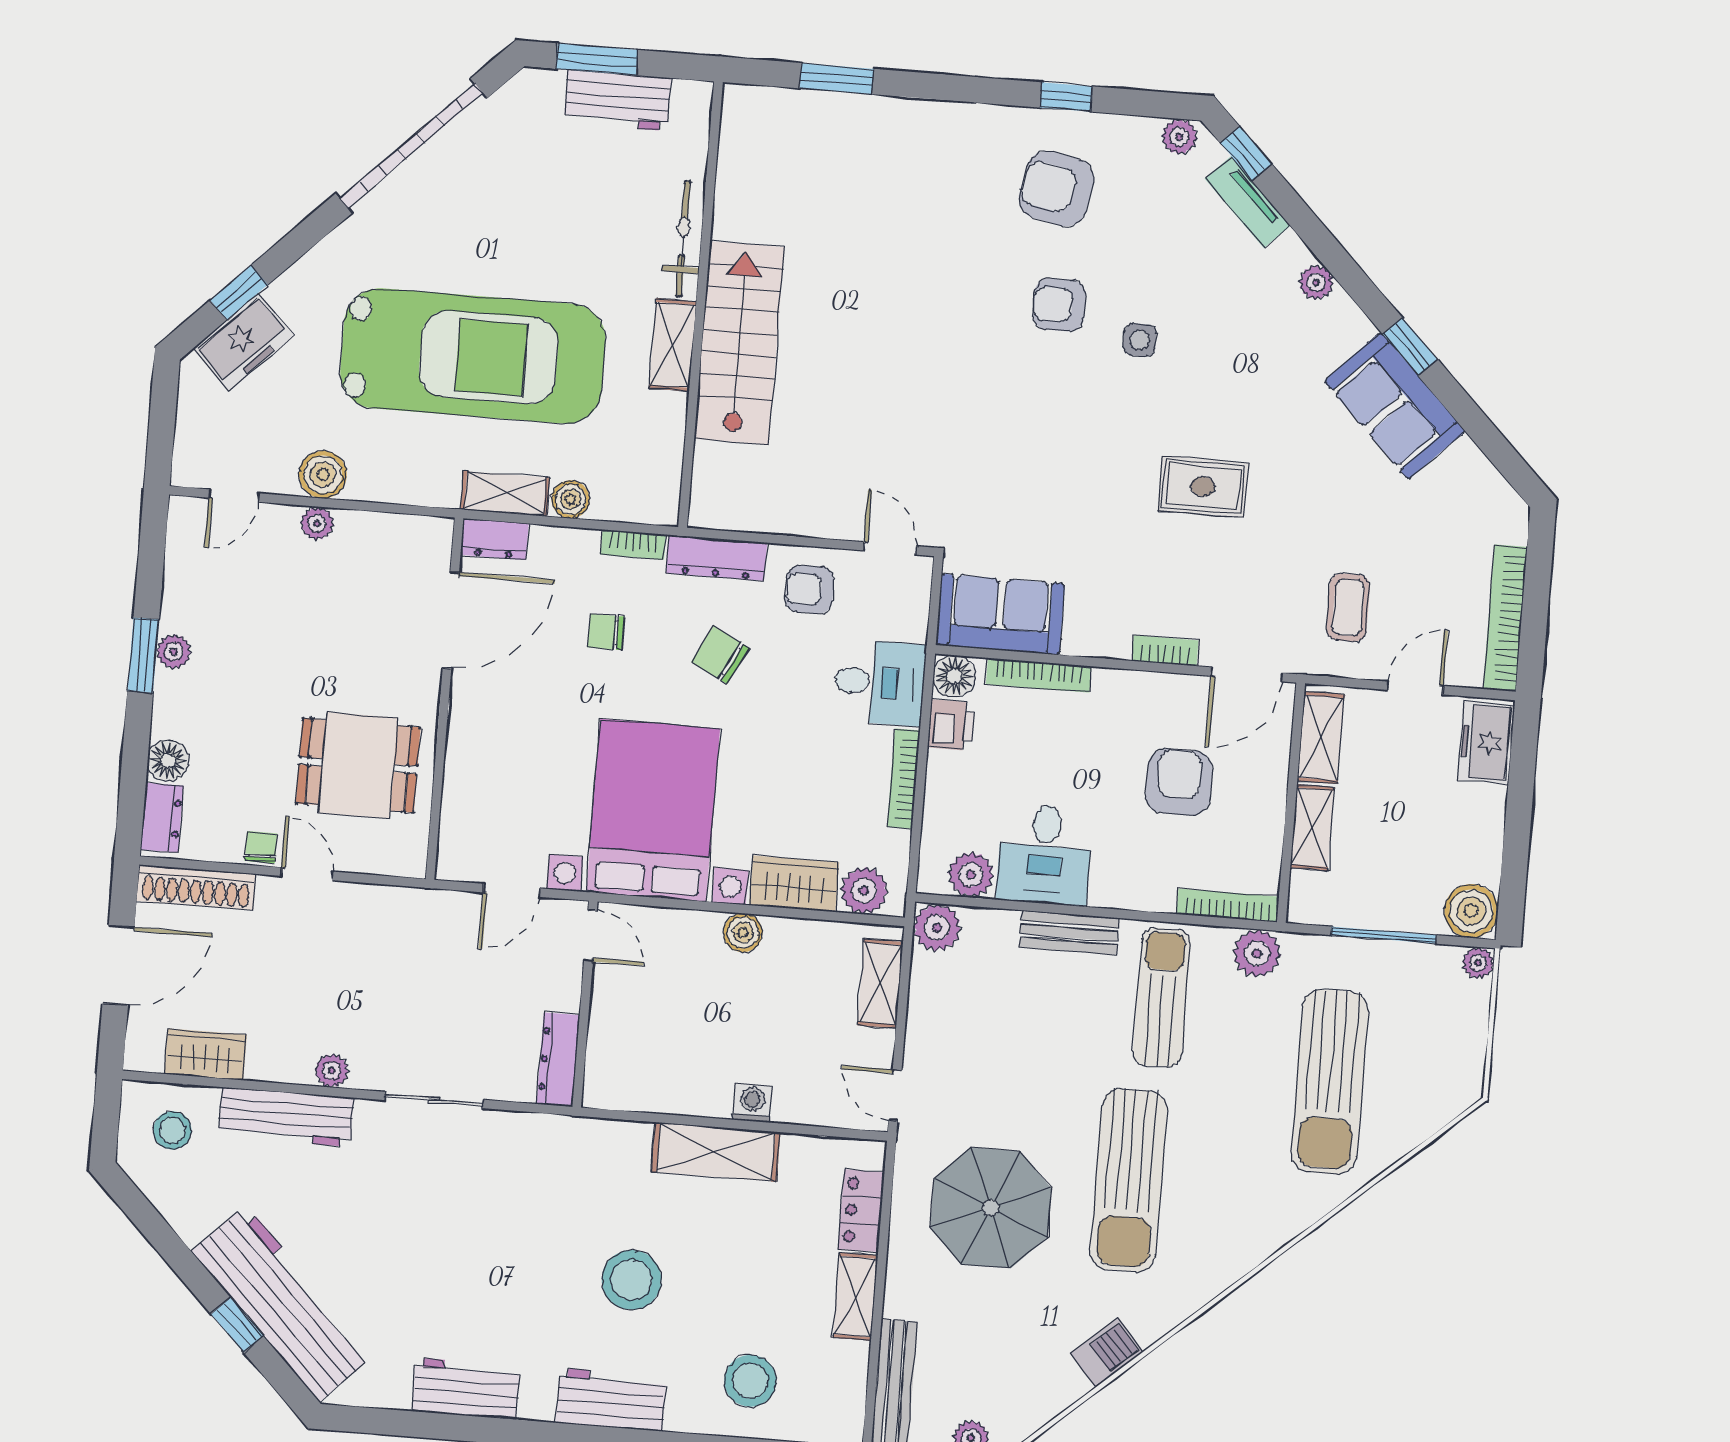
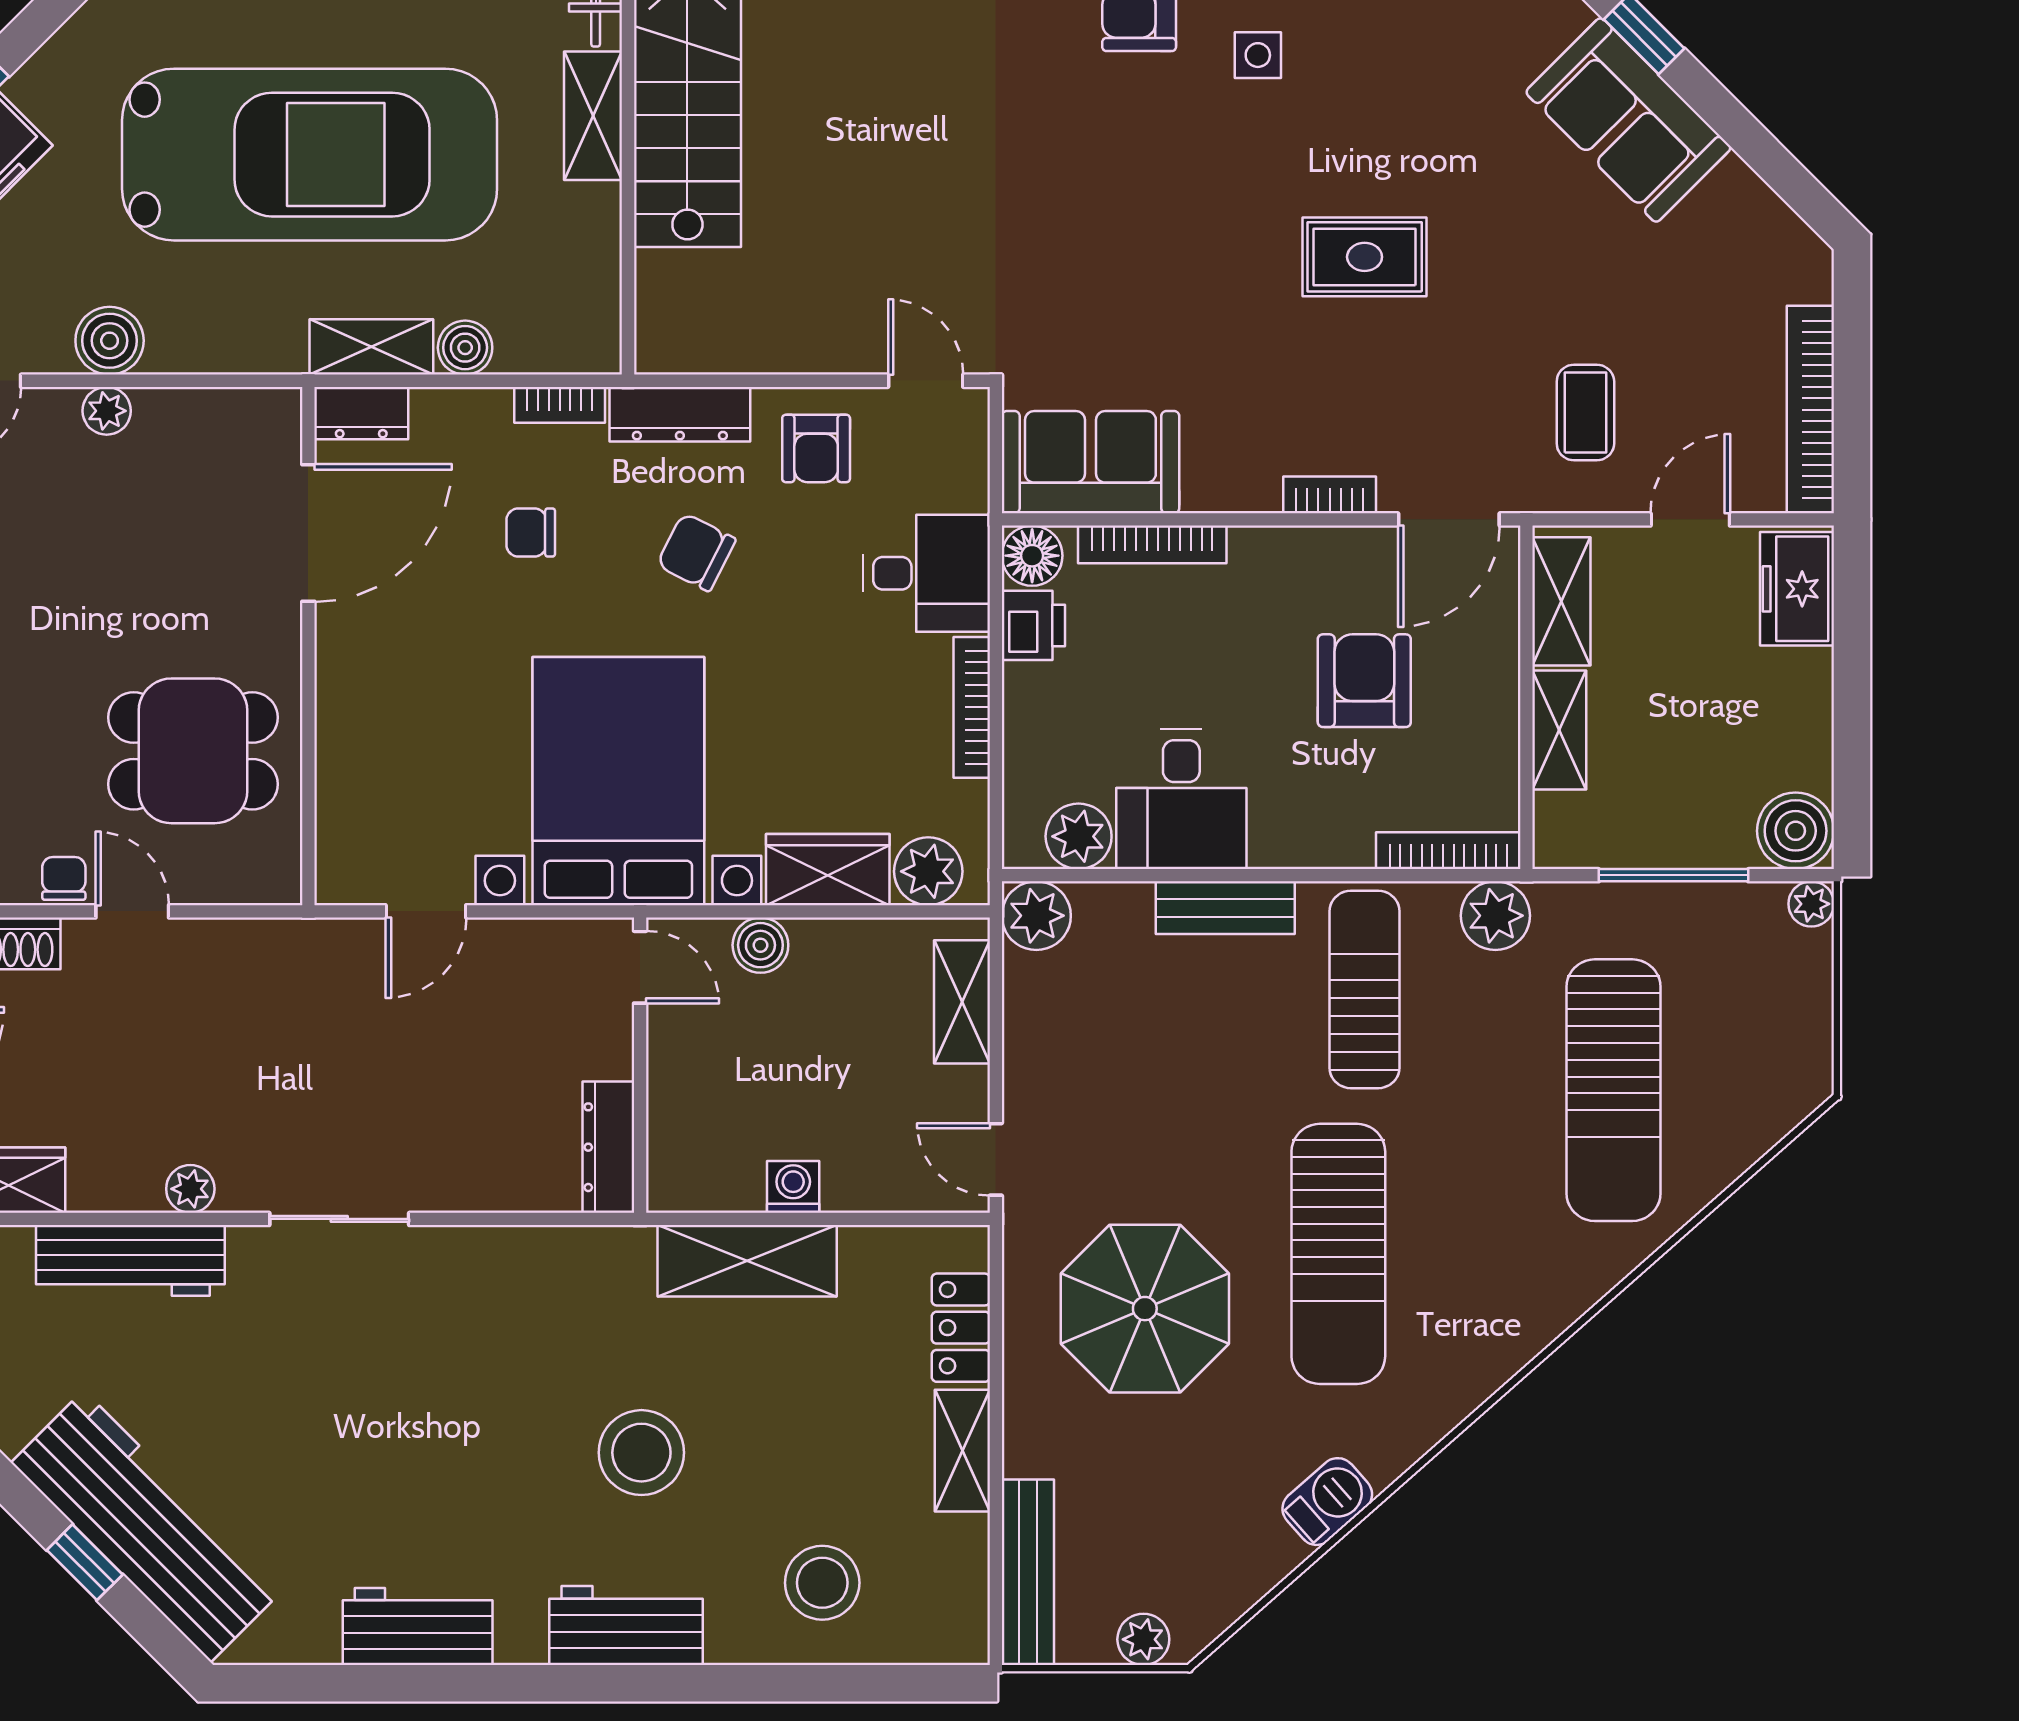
armchair: (810, 589) -> (816, 448), turned -90
door: (590, 936) -> (640, 967), moved
wall: (585, 1004) -> (640, 1065), moved
dresser: (558, 1060) -> (608, 1147), moved

